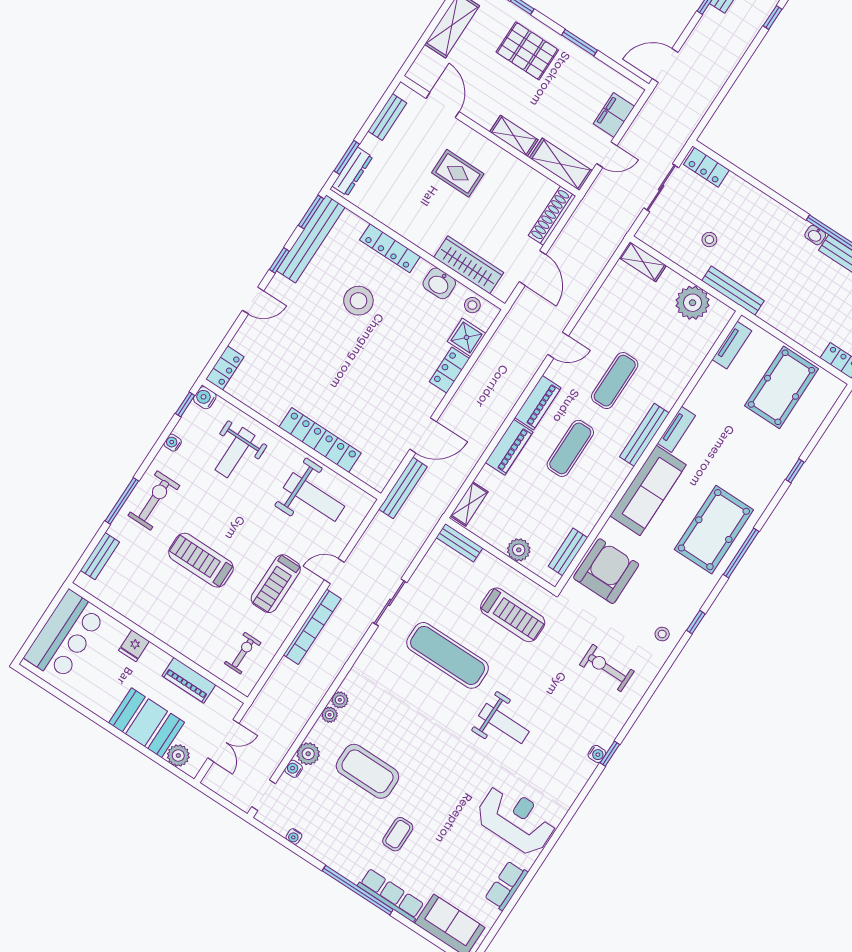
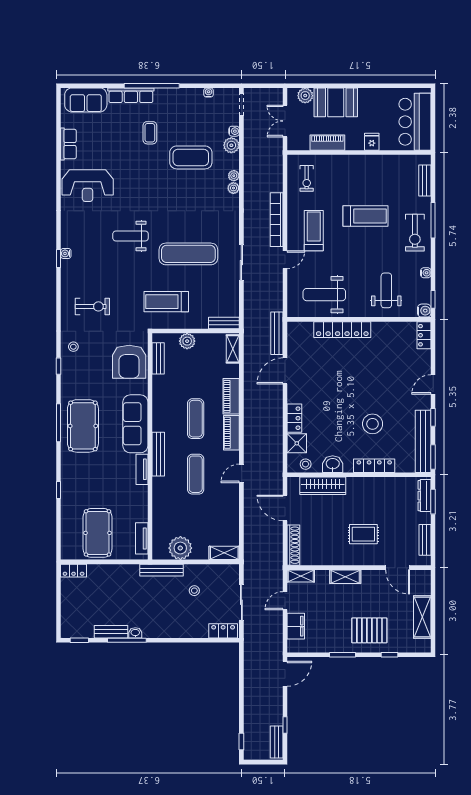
shelving: (561, 164) -> (301, 576), width x0.67, depth x0.75

